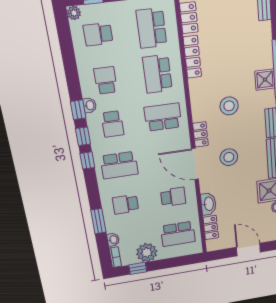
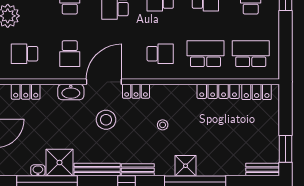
stool: (229, 106) -> (163, 125), width x0.53, depth x0.53
school desk: (163, 117) -> (160, 54), width x0.54
washbasin: (209, 204) -> (71, 92), moved
school desk: (178, 234) -> (25, 54), width x0.54

